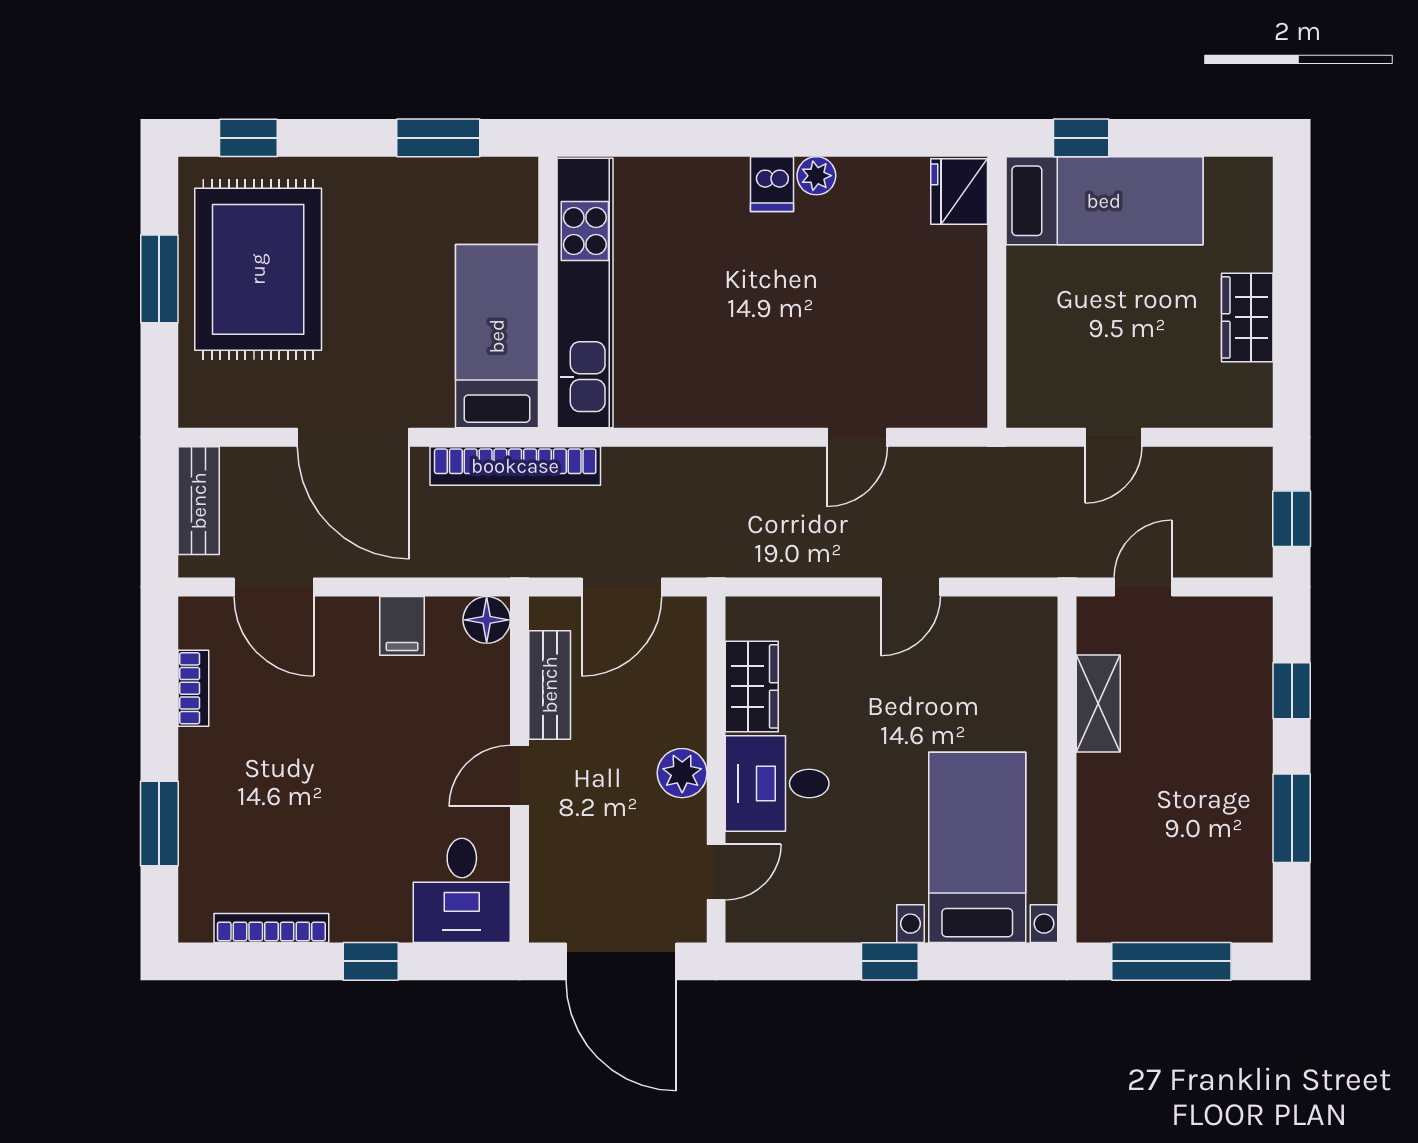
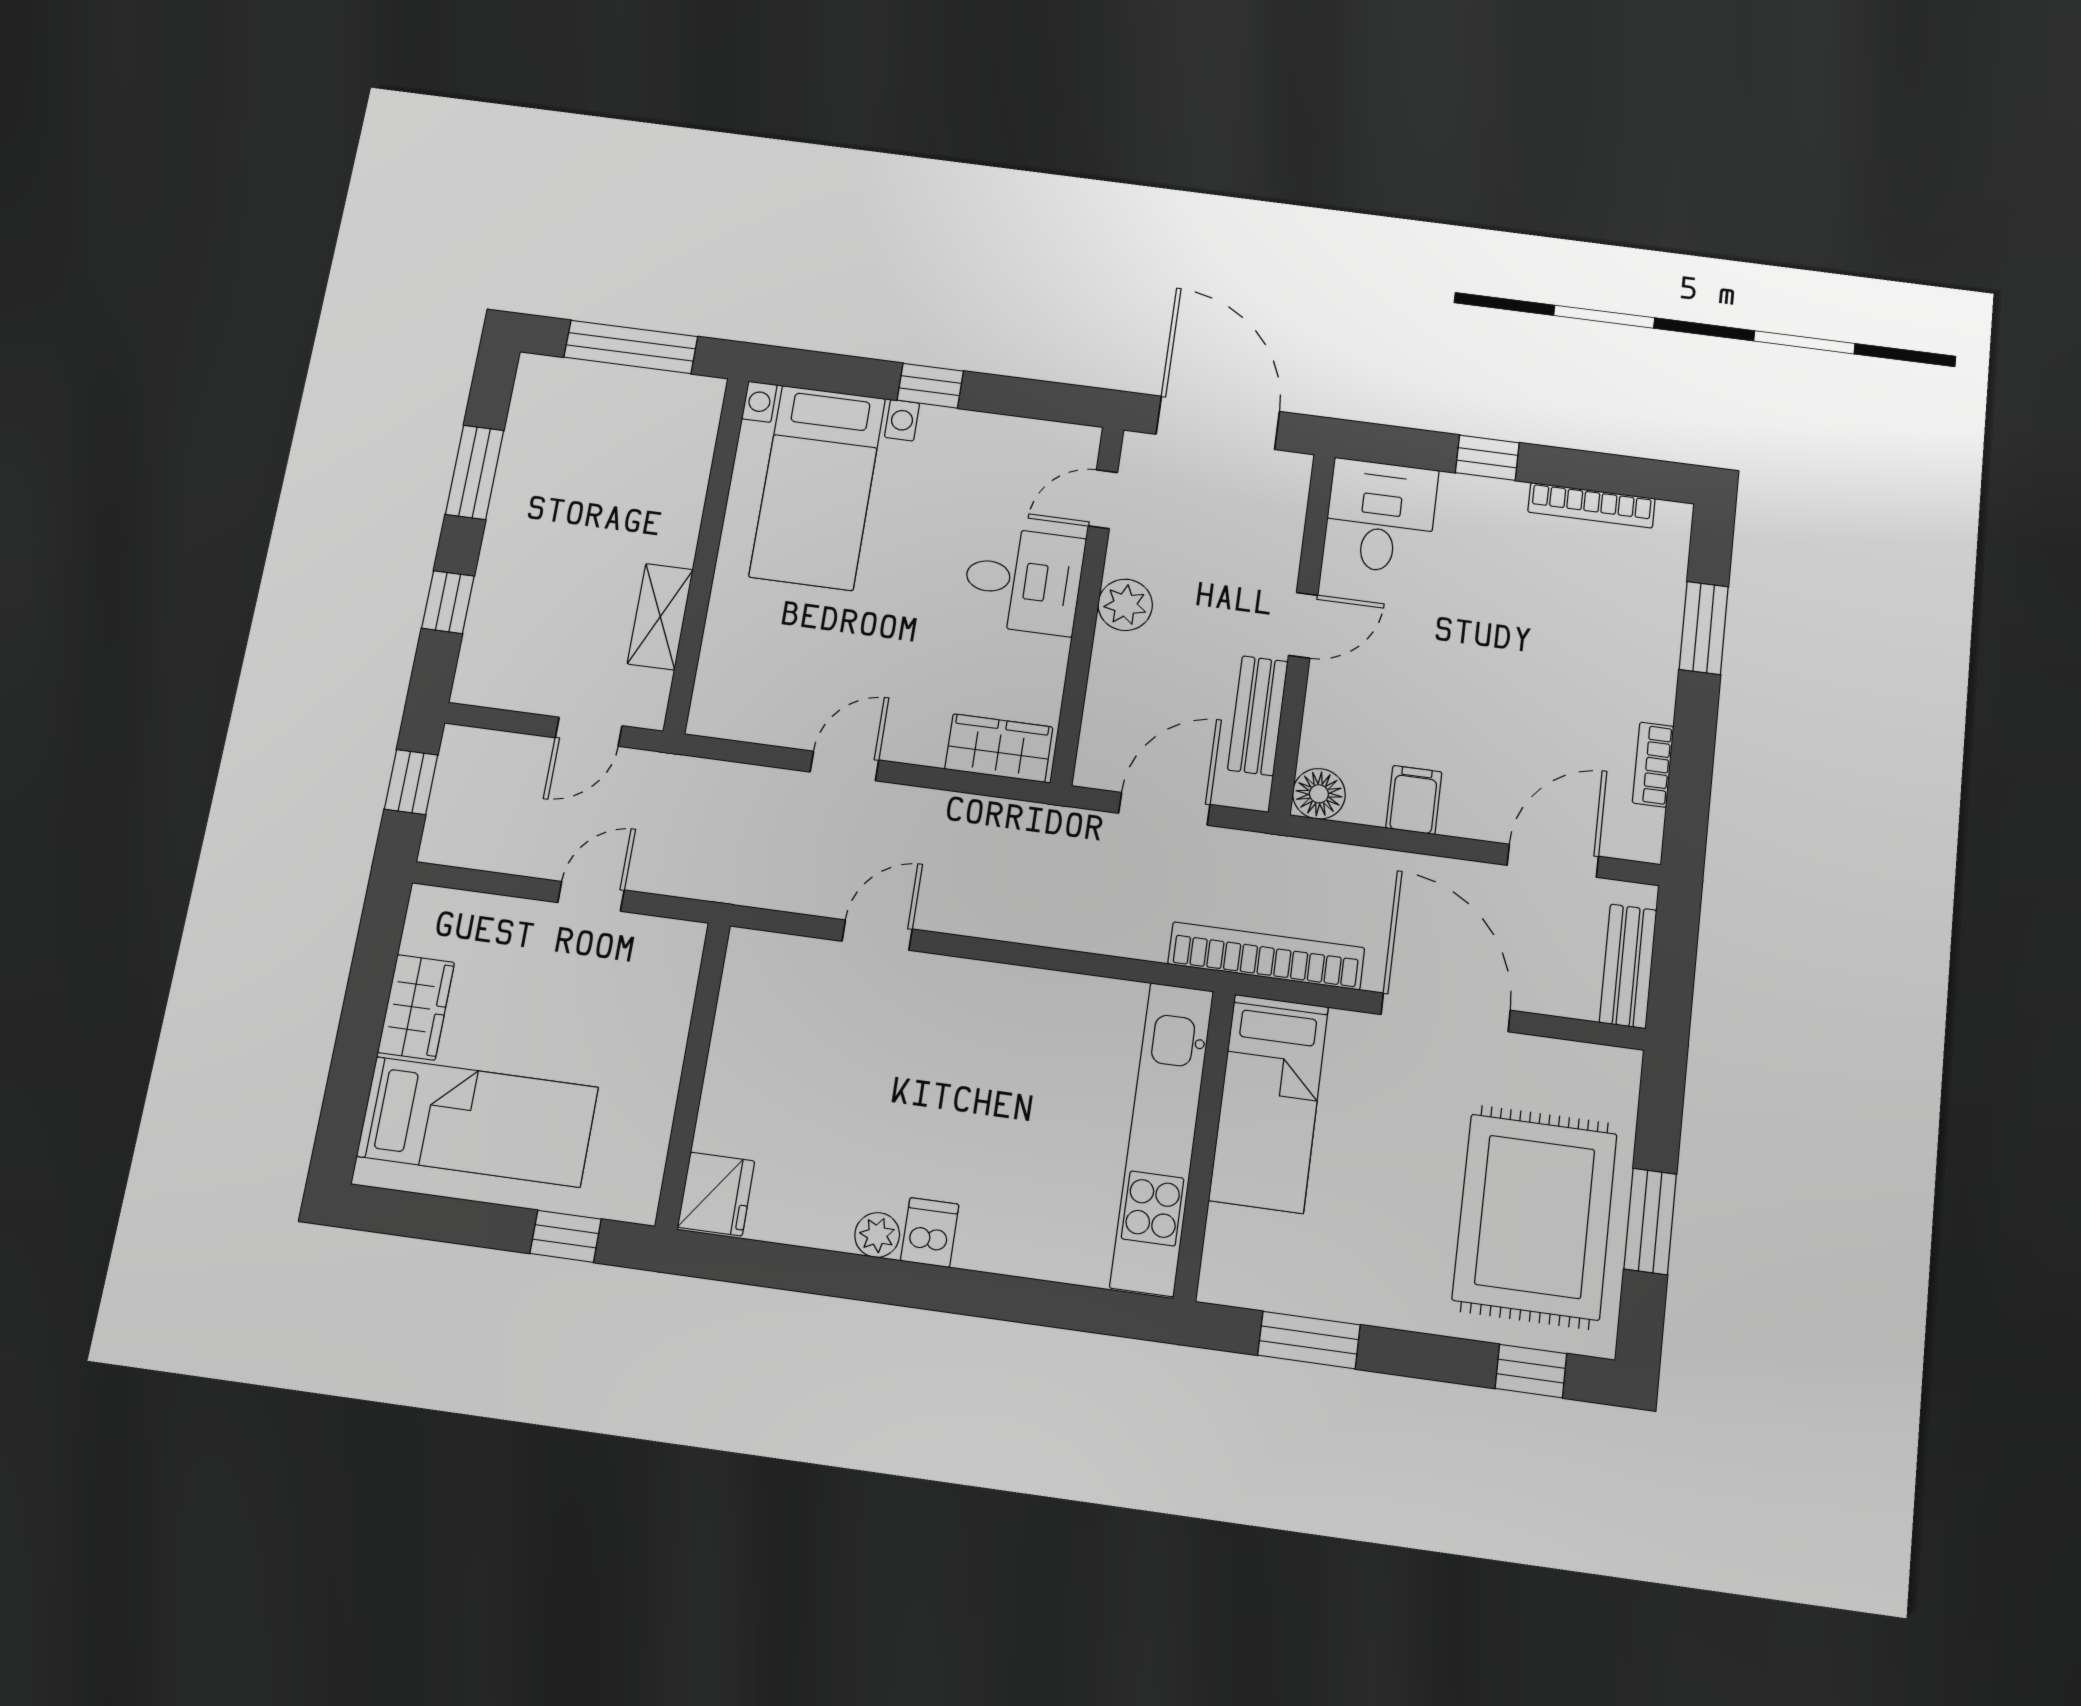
bed: (1104, 201) -> (478, 1122), moved, turned 180
door: (274, 587) -> (1553, 861), hinge flipped
wardrobe: (752, 686) -> (999, 748), moved, turned 90

